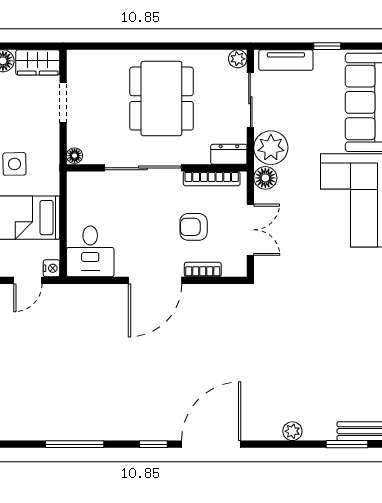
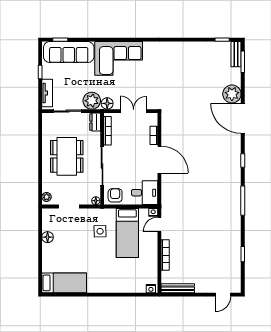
plant: (238, 59) -> (47, 197), moved
wardrobe: (38, 62) -> (48, 219), removed
dining table: (161, 99) -> (67, 156), turned 90
armchair: (194, 227) -> (115, 195), moved, turned 180
door: (28, 280) -> (159, 224), swing flipped
plant: (292, 431) -> (232, 94), width x1.87, depth x1.87
door: (211, 444) -> (243, 118), moved

